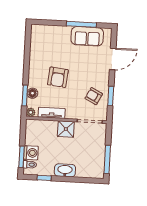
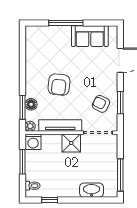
window: (81, 24) -> (66, 23), moved
tv unit: (52, 113) -> (60, 125), width x1.41
washing machine: (31, 153) -> (33, 142), moved, turned 90
window: (21, 157) -> (22, 162), moved
washbasin: (65, 170) -> (92, 190), moved

